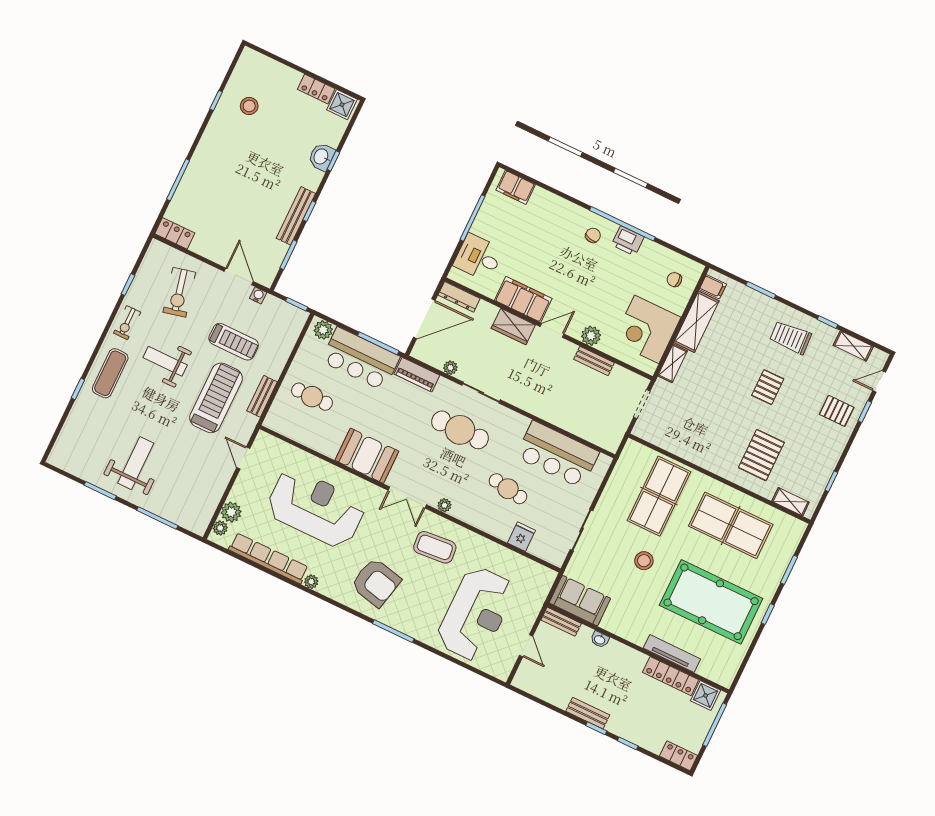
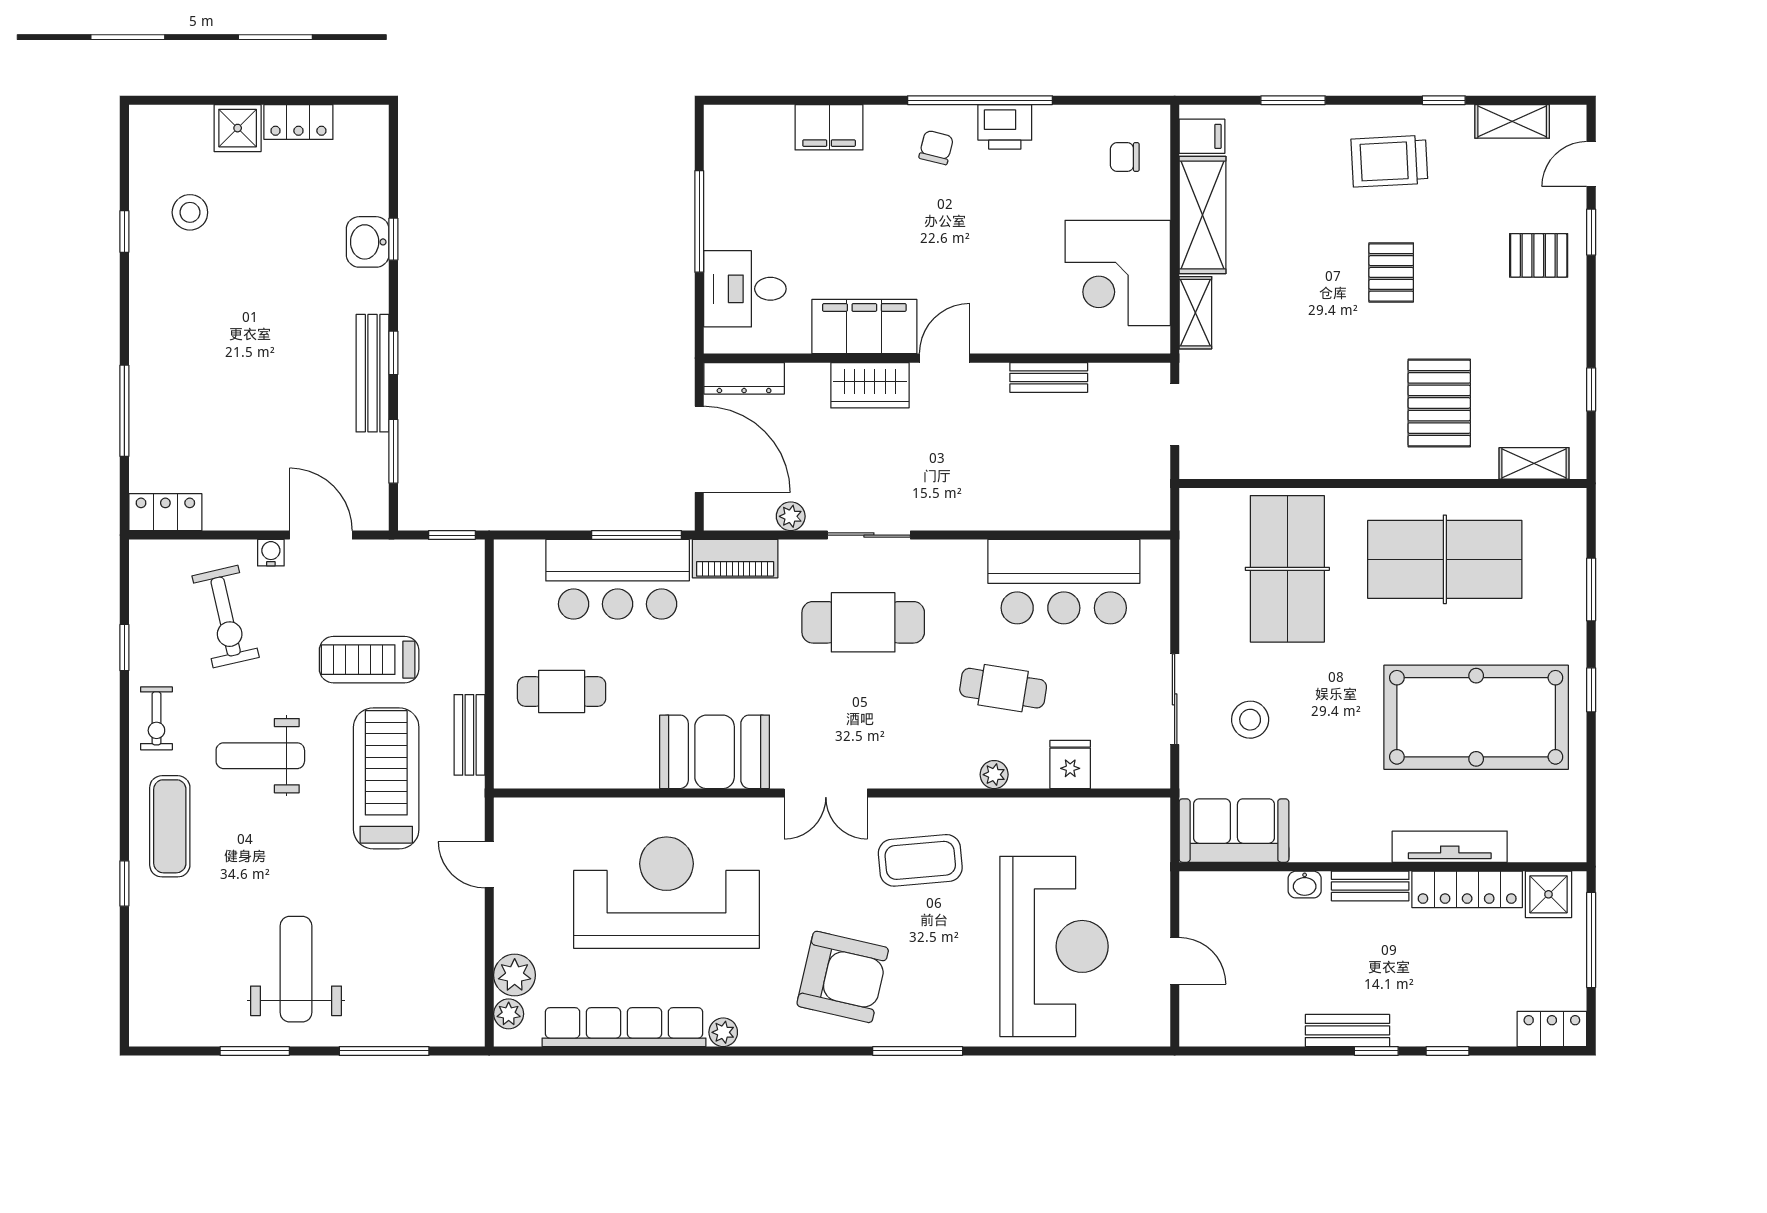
shower: (342, 105) -> (238, 128), moved
filing cabinet: (516, 187) -> (829, 127), moved
water cooler: (258, 295) -> (271, 553), moved
door: (424, 319) -> (699, 449), hinge flipped
plant: (323, 330) -> (523, 559), removed
plant: (591, 336) -> (1021, 334), removed
treadmill: (234, 342) -> (369, 660), turned 180
plant: (444, 505) -> (994, 775), moved
stool: (644, 561) -> (1250, 720), moved
bench: (561, 622) -> (1370, 886), moved

